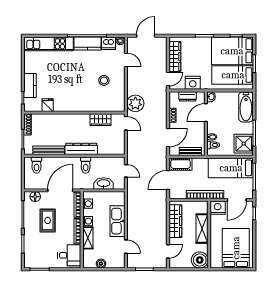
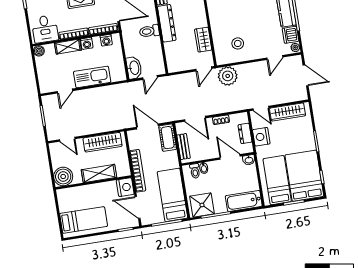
stool: (104, 80) -> (238, 43), moved
washbasin: (104, 184) -> (134, 68), moved
bed: (236, 248) -> (84, 220), width x0.67
boiler: (101, 264) -> (39, 51), moved

